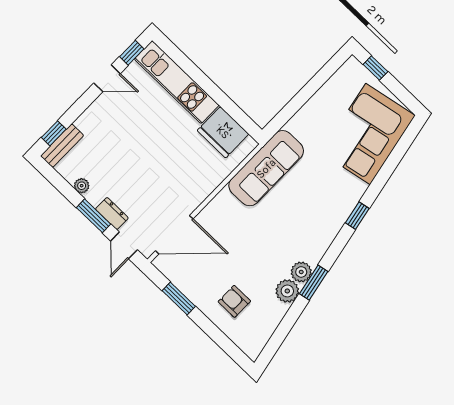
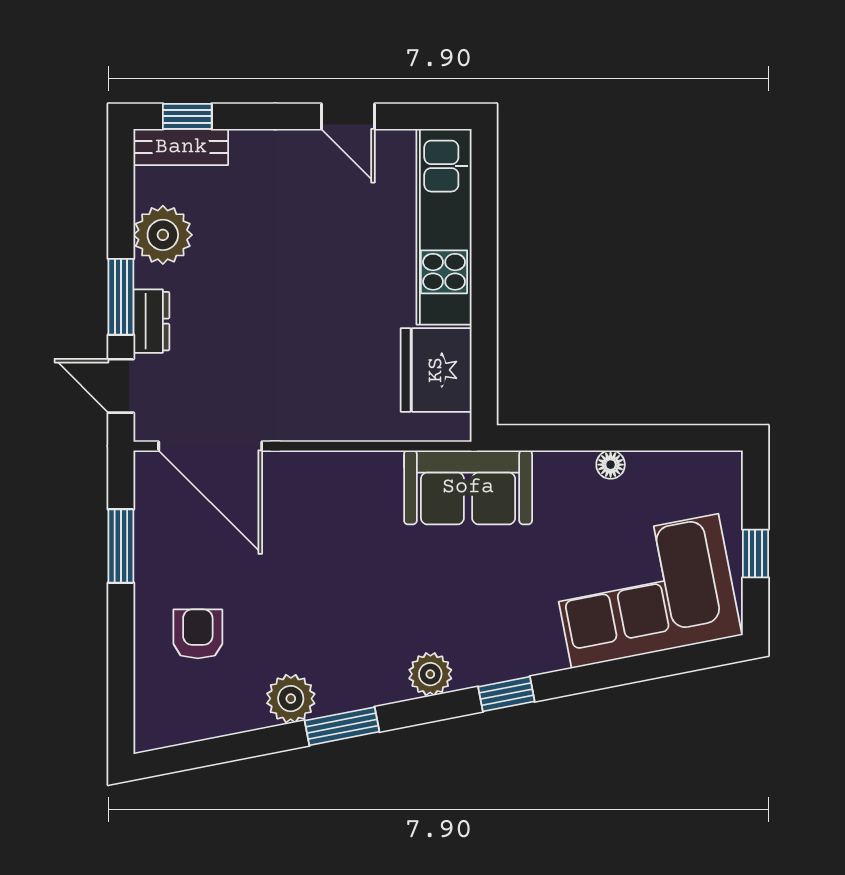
window: (132, 53) -> (423, 116), removed
window: (375, 68) -> (755, 554), moved
floor lamp: (313, 104) -> (611, 465), added
sofa: (266, 168) -> (468, 487), width x0.73
plant: (82, 186) -> (163, 235), width x1.88, depth x1.88
door: (124, 245) -> (121, 386), hinge flipped
plant: (301, 272) -> (430, 674), moved

